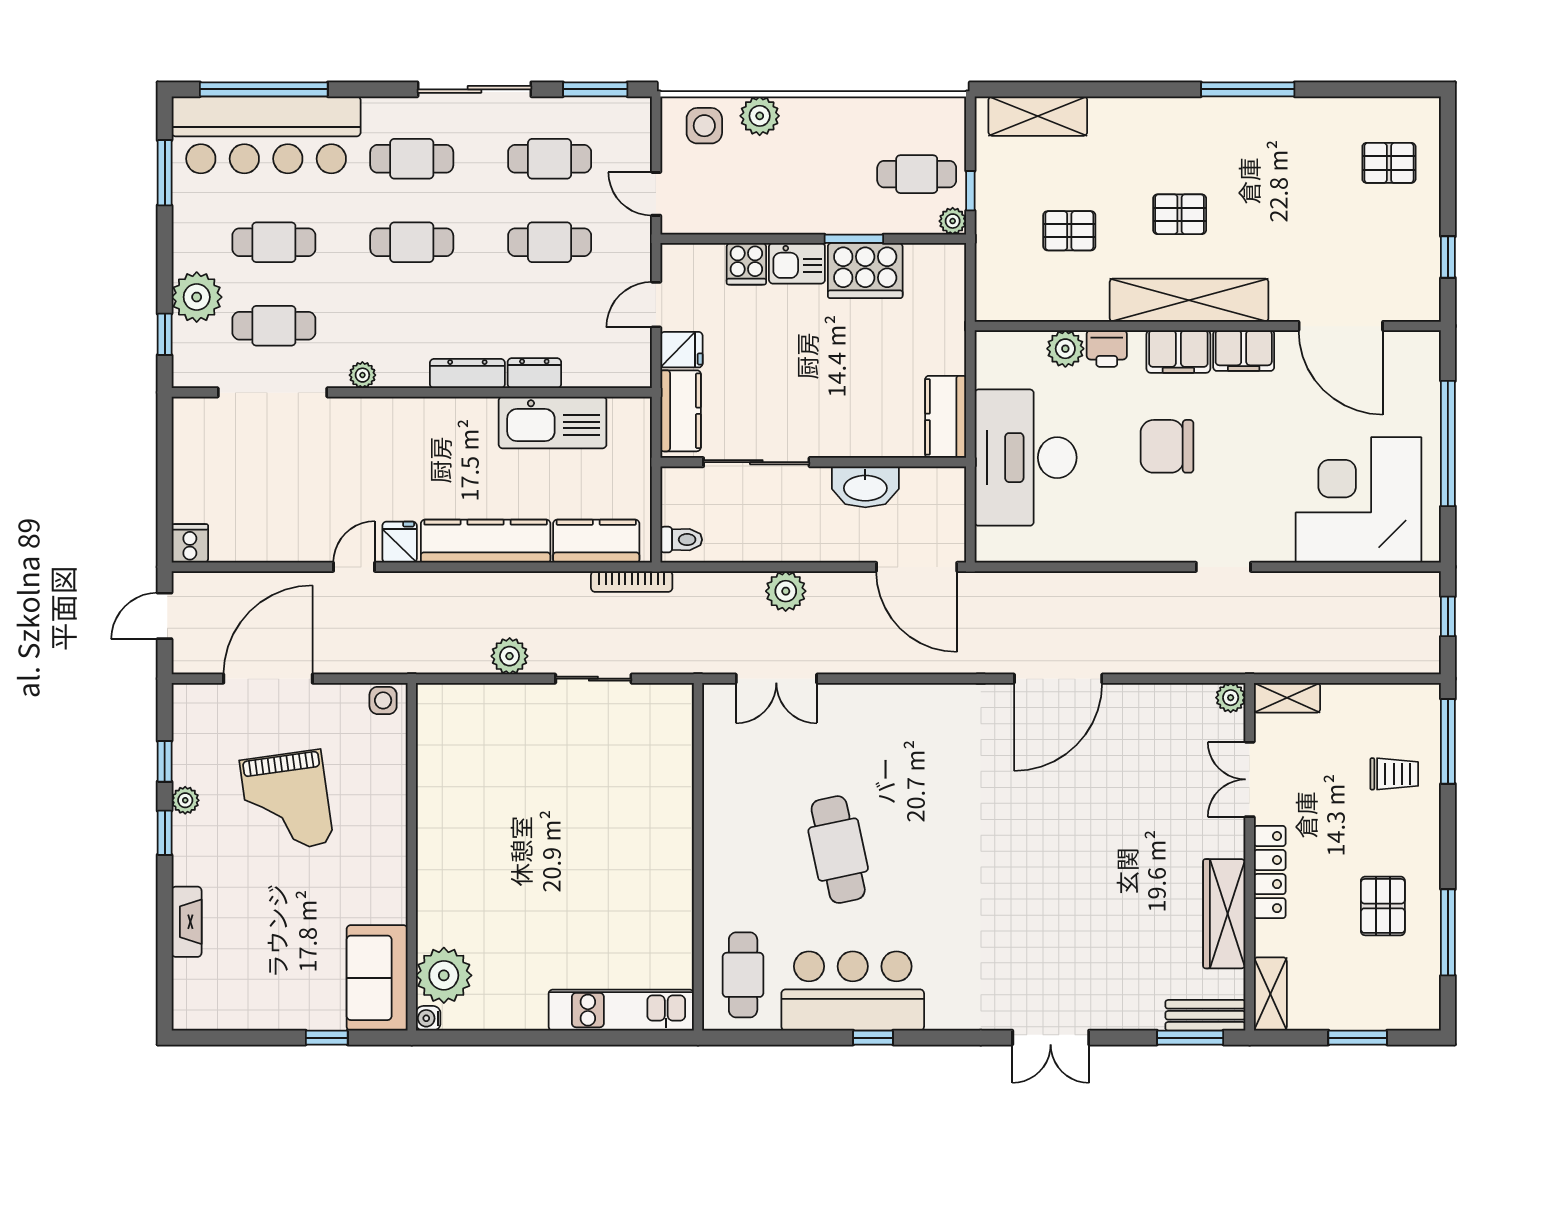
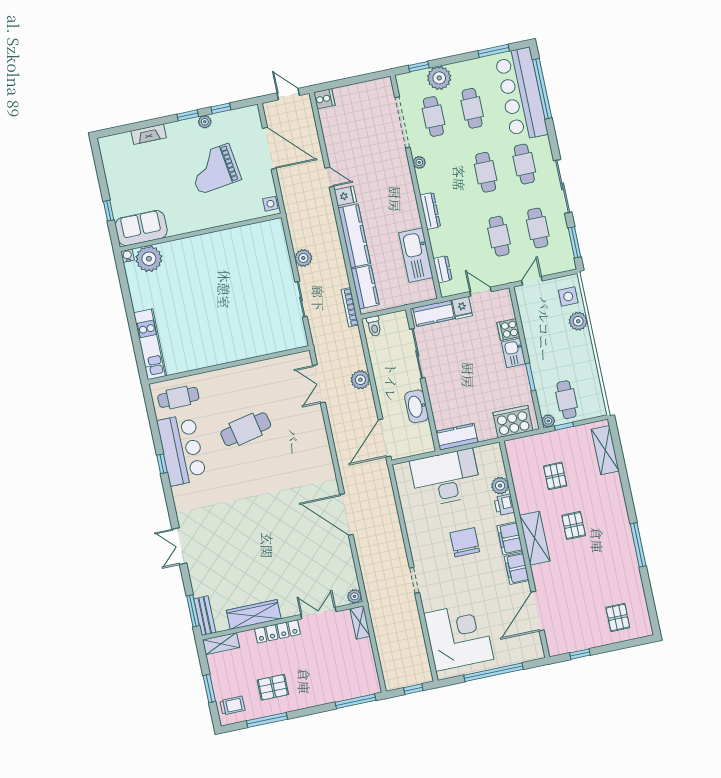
cooker: (865, 271) -> (513, 422), moved, turned 90
shelving: (1189, 300) -> (535, 538), width x0.68
dresser: (534, 373) -> (443, 269), moved
trolley: (1394, 774) -> (232, 706), moved, turned -90

